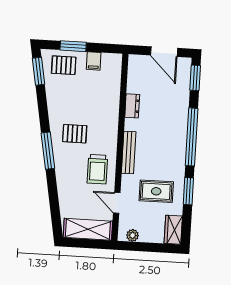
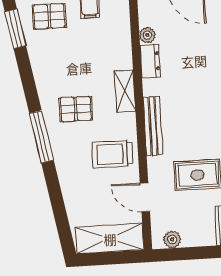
plant: (132, 87) -> (147, 35), added
shelving: (111, 125) -> (125, 91), added
trolley: (97, 169) -> (113, 154), turned 90

